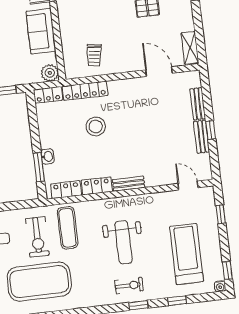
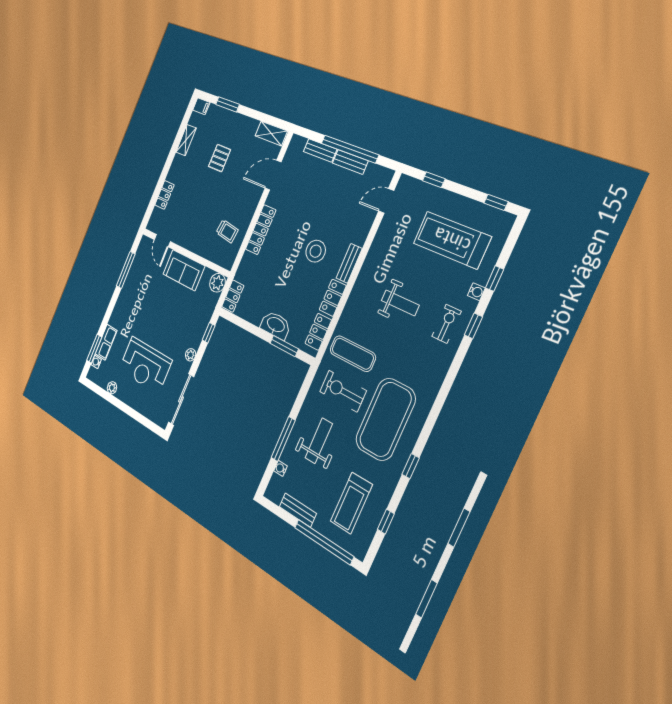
locker: (85, 91) -> (261, 230), moved
stool: (96, 126) -> (316, 251), moved
window: (211, 130) -> (350, 149), width x3.17
washbasin: (47, 156) -> (276, 325), width x1.91, depth x1.45
exercise bike: (37, 237) -> (343, 391), turned 180
weight bench: (123, 242) -> (400, 303), width x0.73, depth x0.75
water cooler: (220, 286) -> (476, 292), moved

